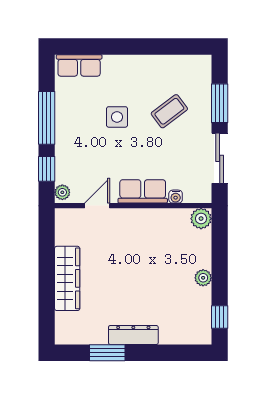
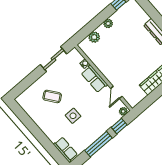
window: (220, 103) -> (31, 79), removed
door: (97, 206) -> (116, 92), hinge flipped
plant: (201, 219) -> (94, 37), moved

